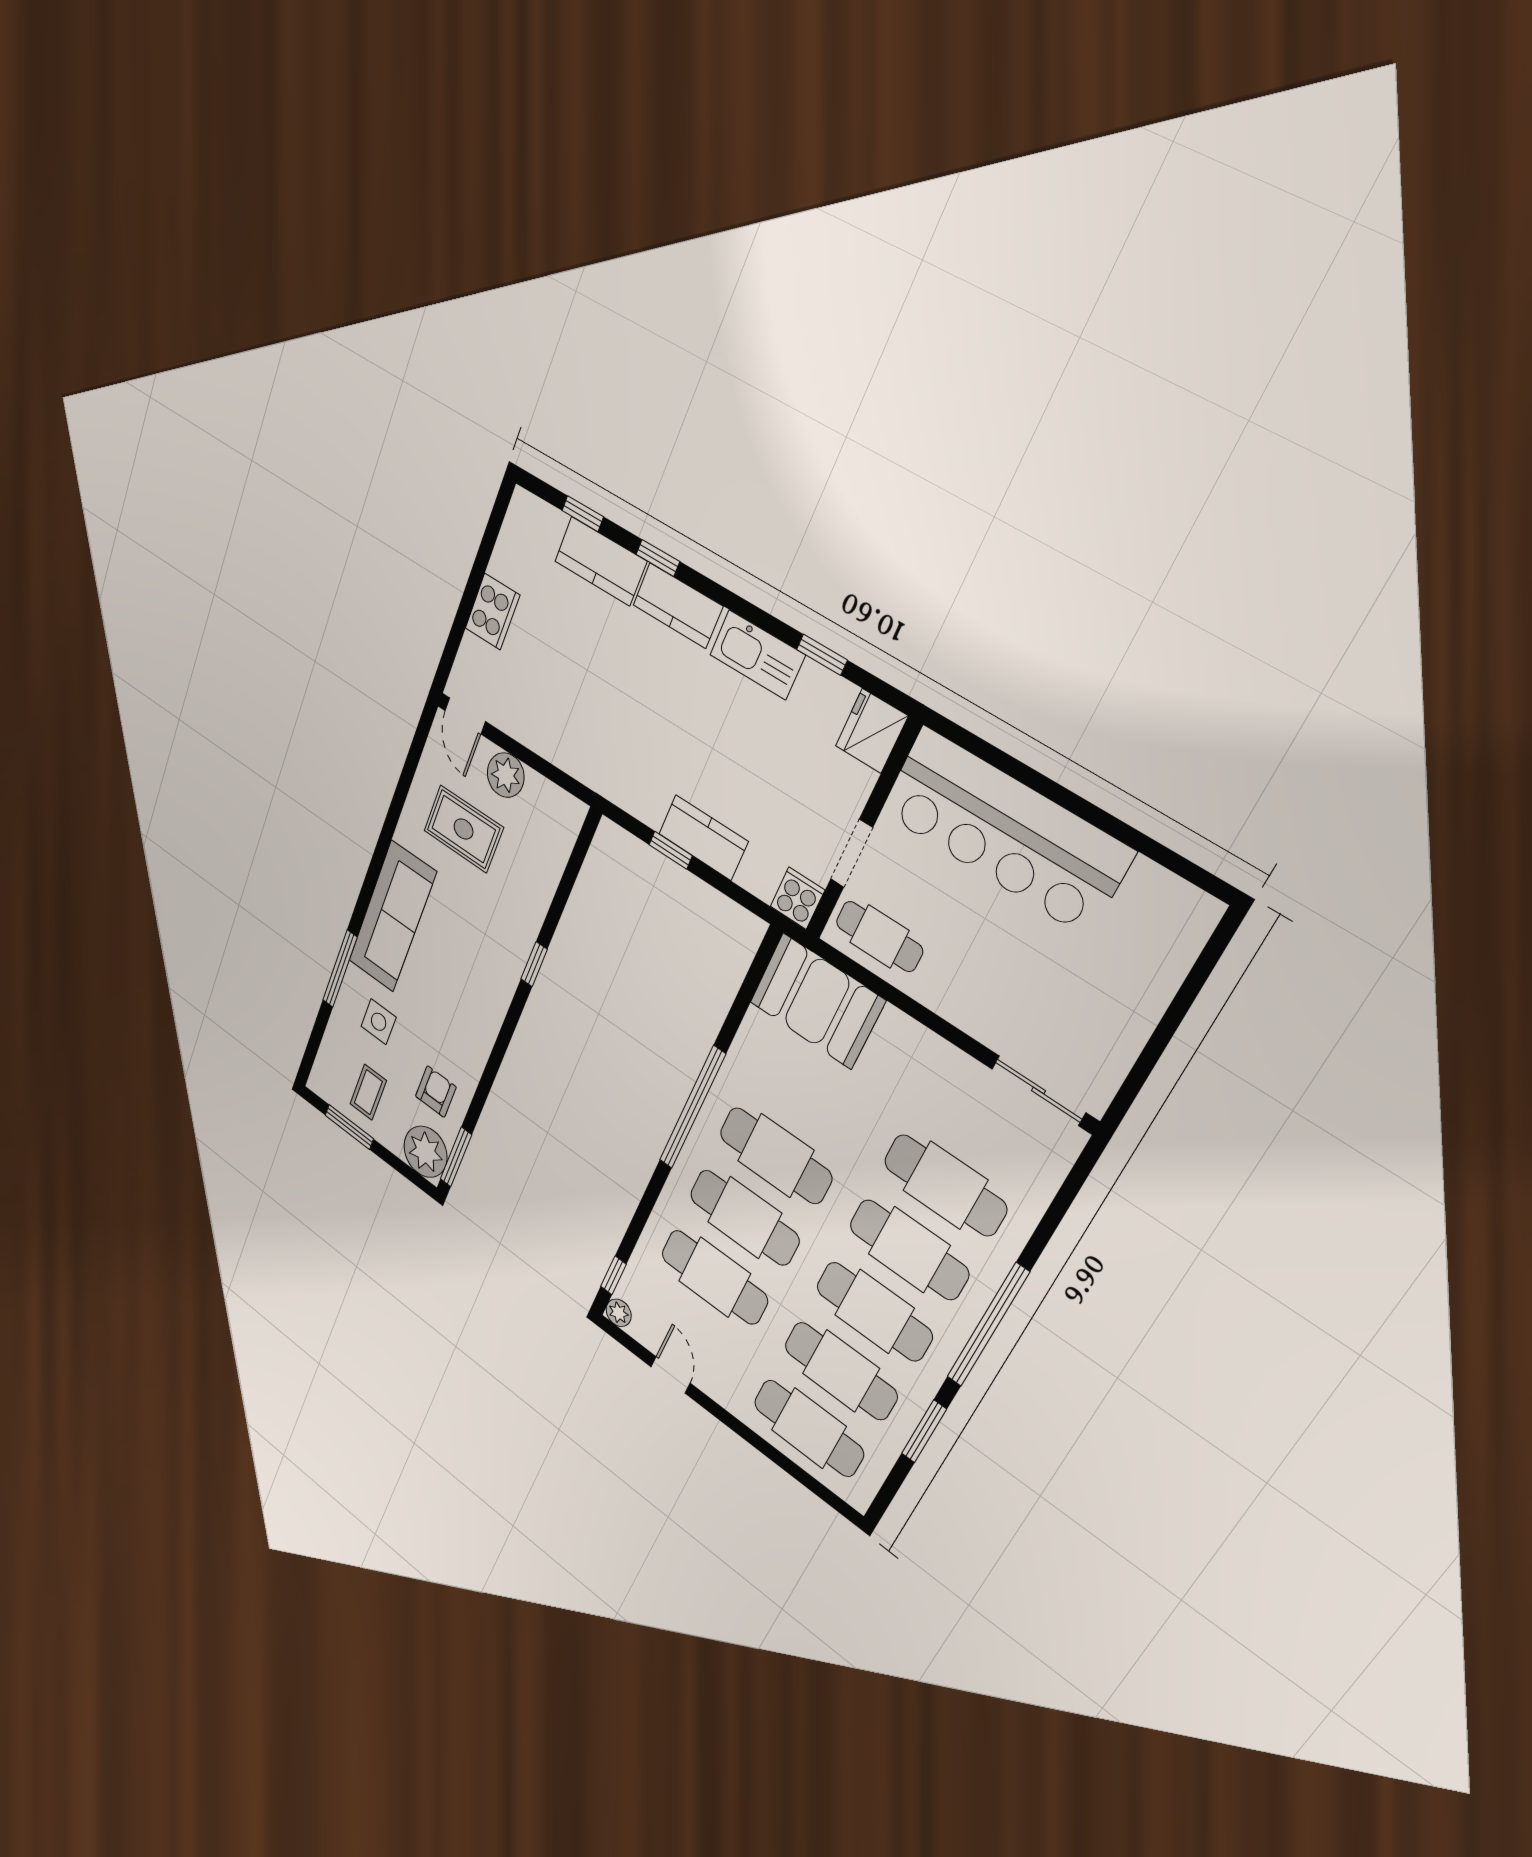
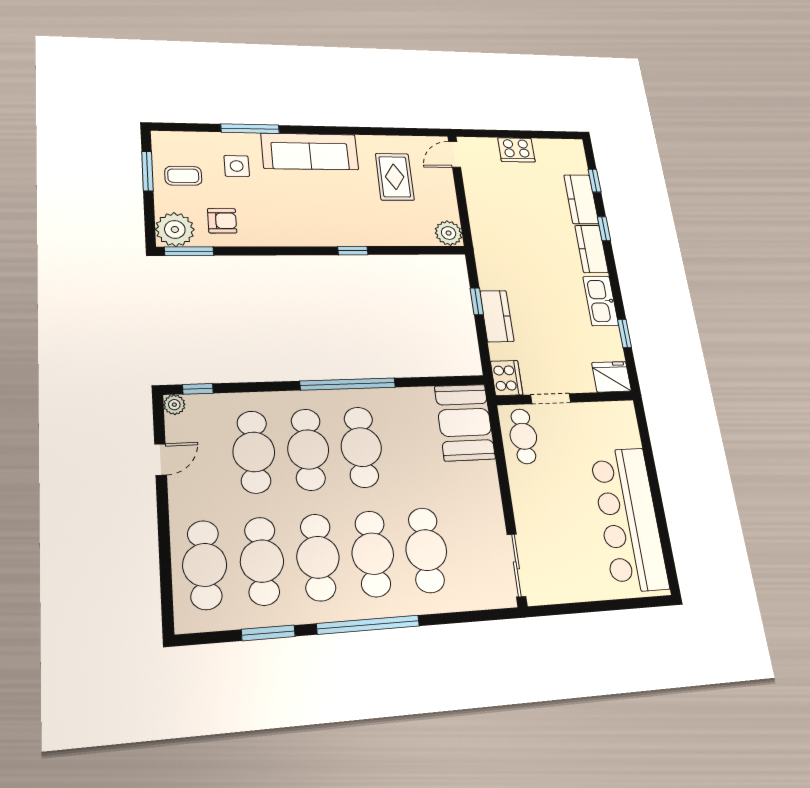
plant: (506, 775) -> (449, 233), moved
bar counter: (1005, 831) -> (629, 519), moved
cooker: (797, 898) -> (507, 378), width x1.36

